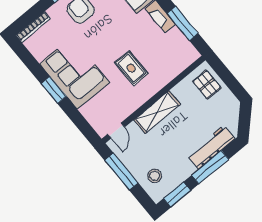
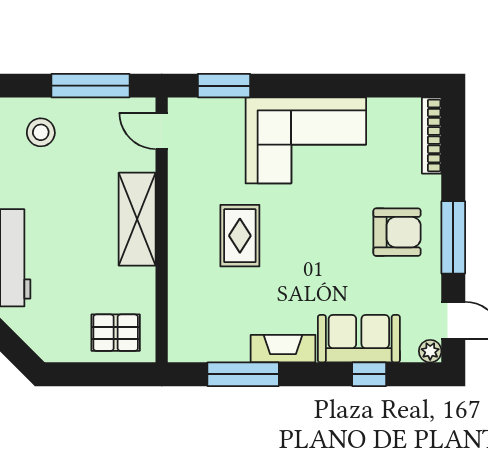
rug: (131, 68) -> (240, 236), turned 90
window: (54, 90) -> (224, 86), moved

